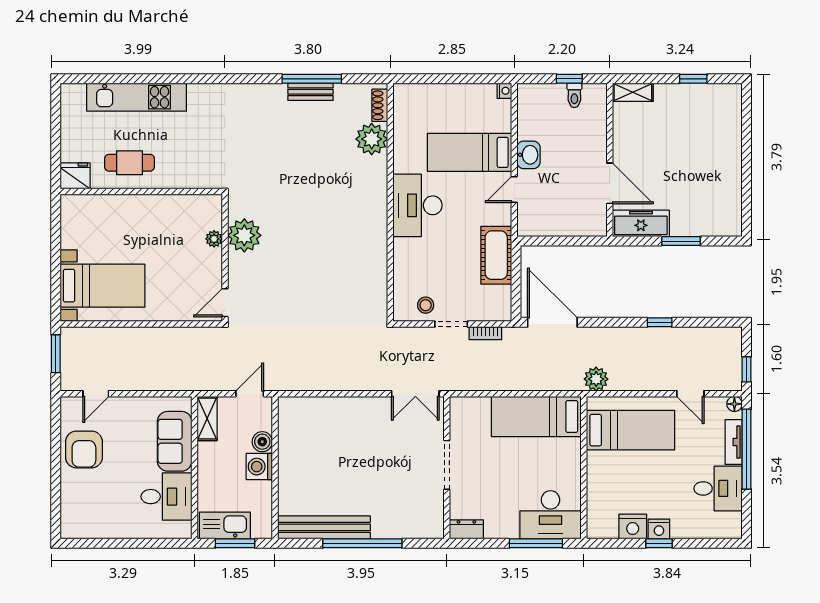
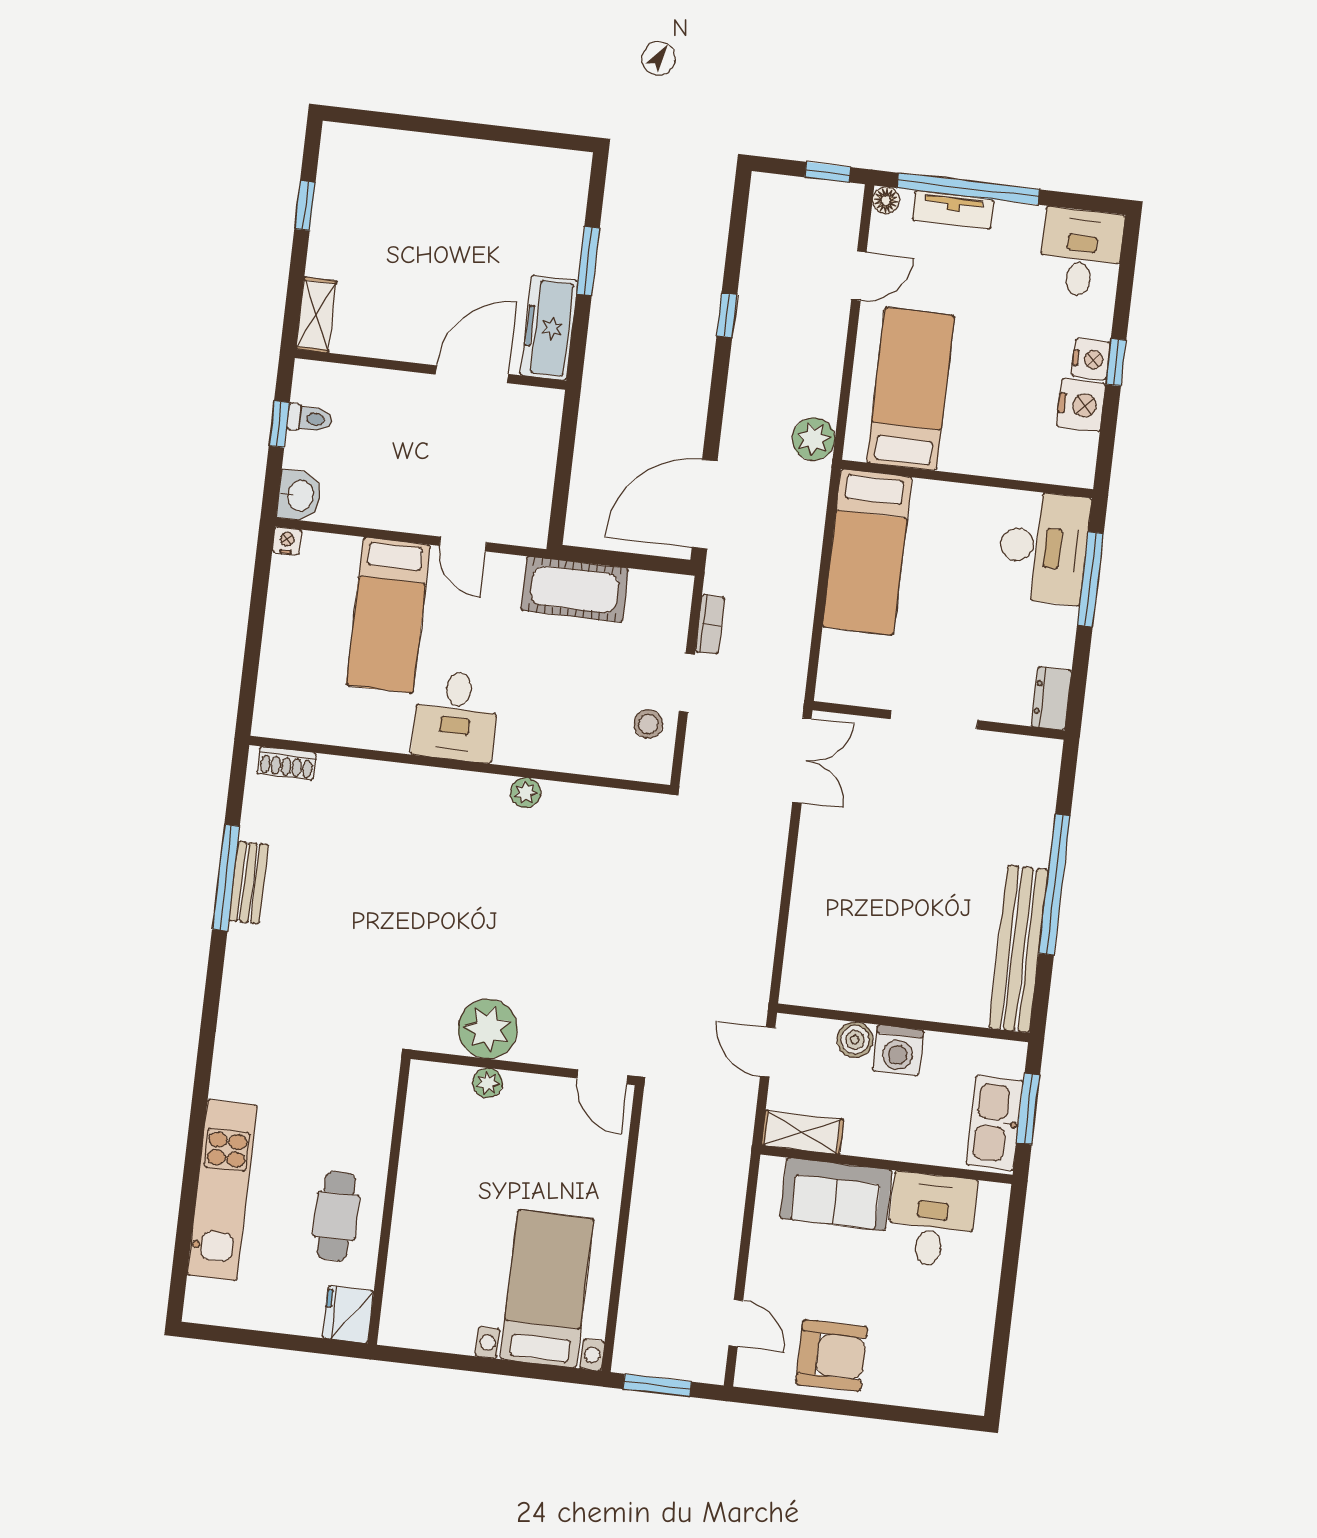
plant: (372, 139) -> (526, 793), moved, width x0.53, depth x0.53
washbasin: (528, 155) -> (299, 496), moved, turned 90
desk: (417, 205) -> (456, 716), width x0.73
desk: (718, 488) -> (1081, 253), moved

